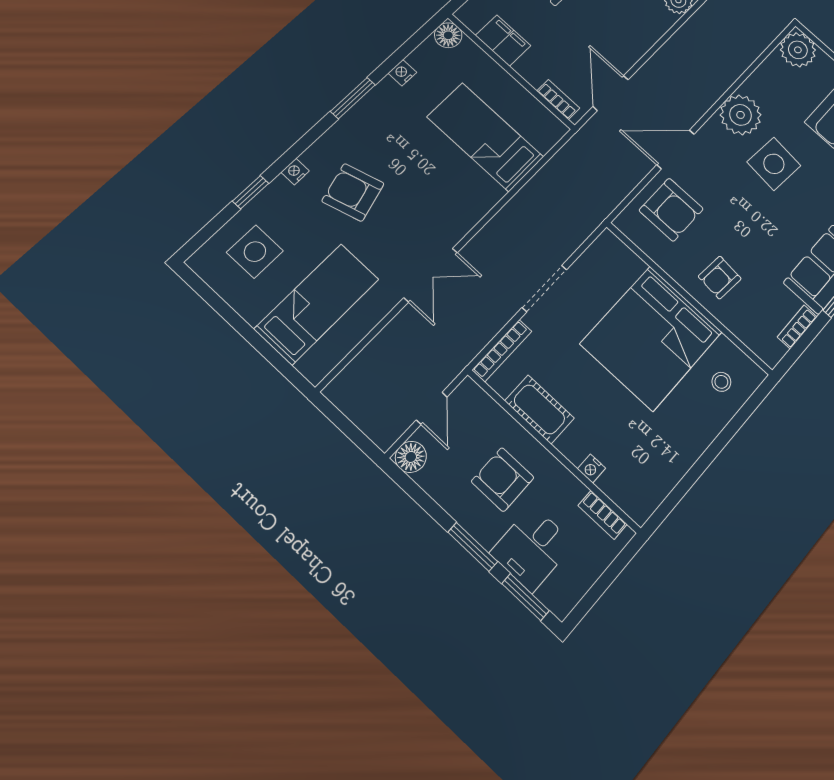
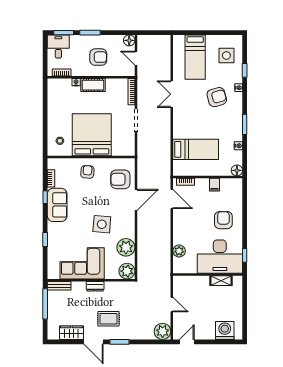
filing cabinet: (503, 40) -> (215, 185), width x0.50
plant: (741, 115) -> (126, 247), moved
cot: (539, 409) -> (93, 85), moved
desk: (532, 548) -> (58, 46), moved

